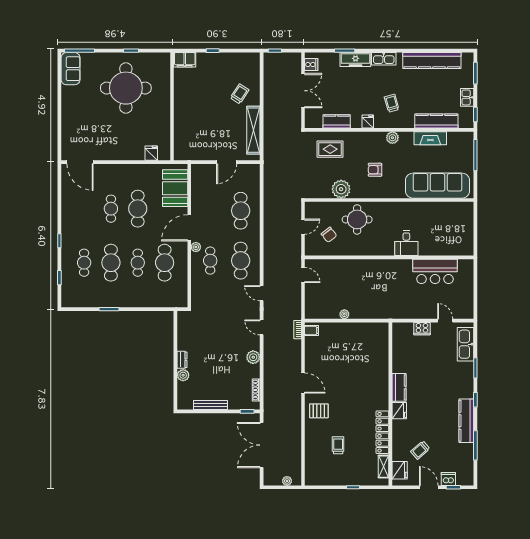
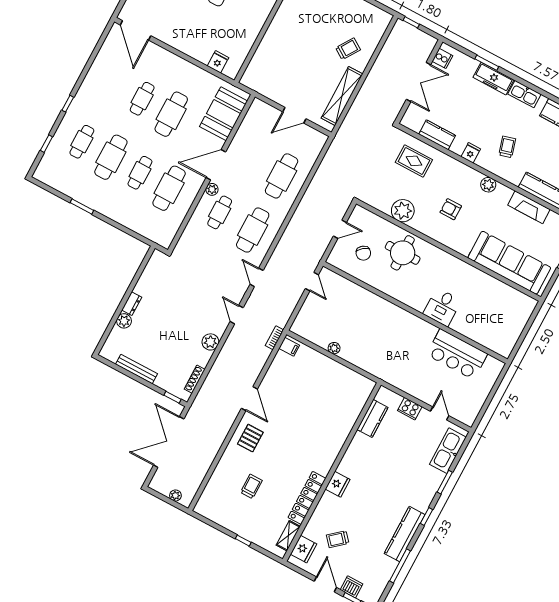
kitchen counter: (399, 387) -> (373, 418), moved
pallet: (319, 411) -> (250, 438), turned 90

